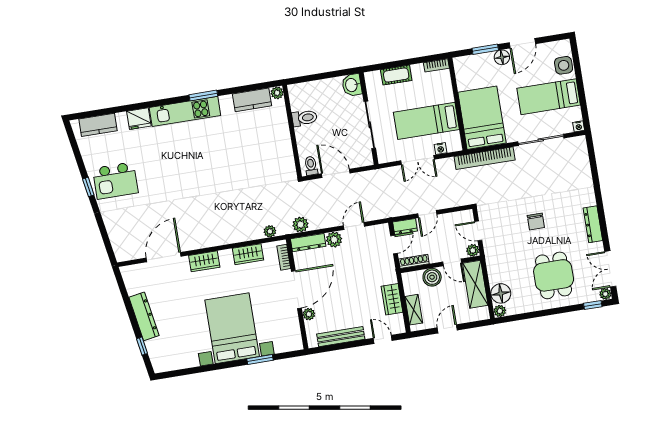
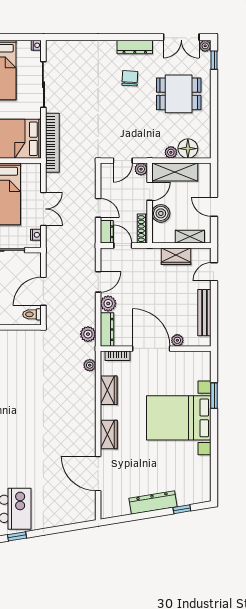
nightstand: (441, 149) -> (36, 235), moved
chair: (536, 222) -> (130, 78), moved, turned -87
door: (354, 226) -> (98, 282), swing flipped
plant: (500, 311) -> (171, 152), moved

